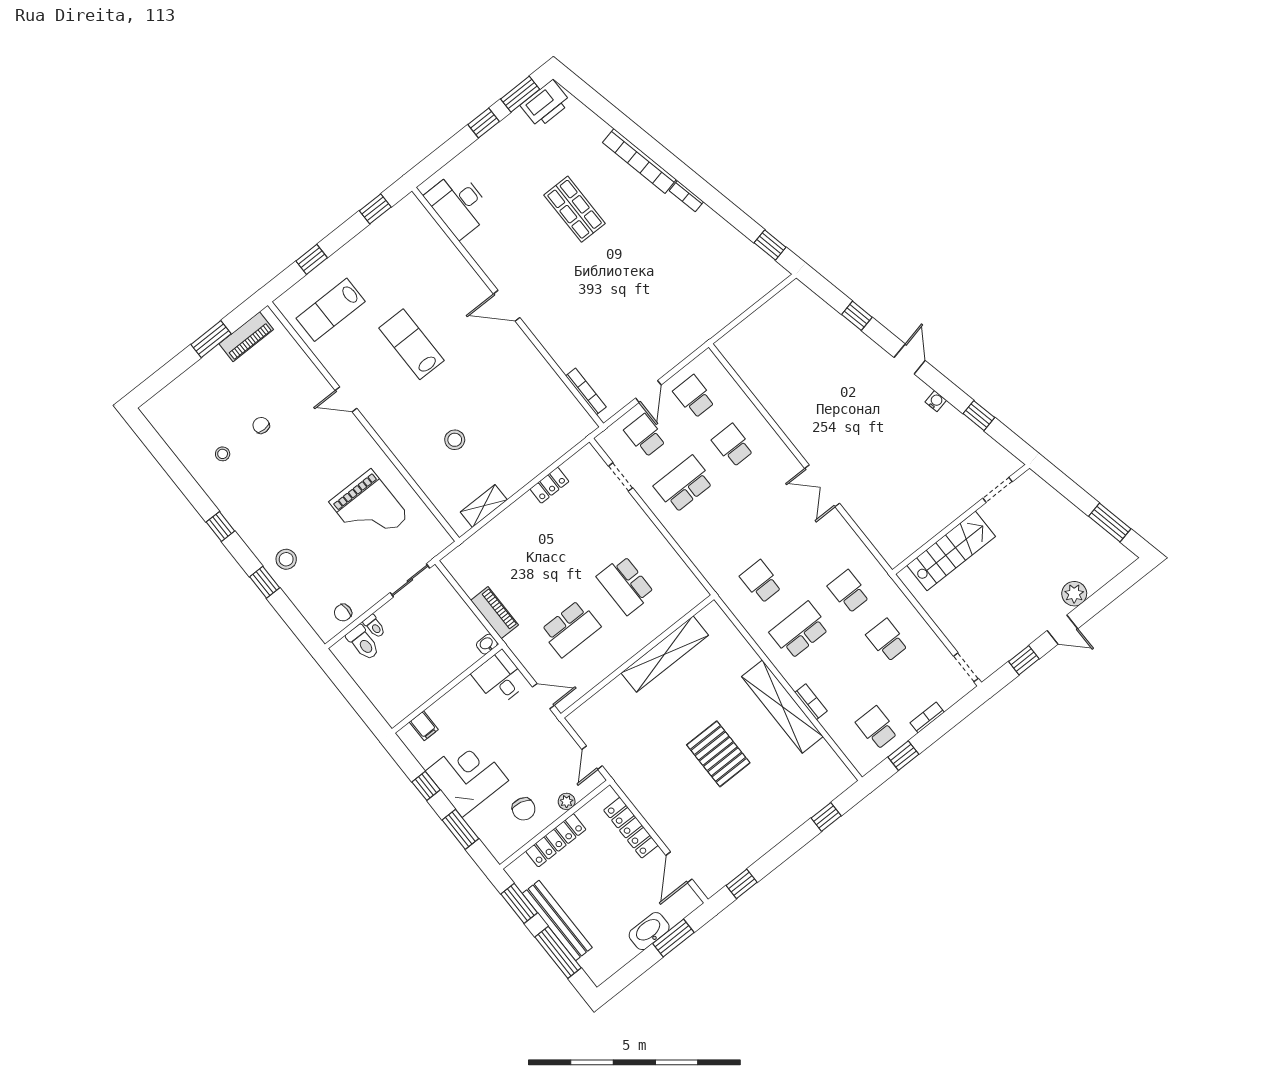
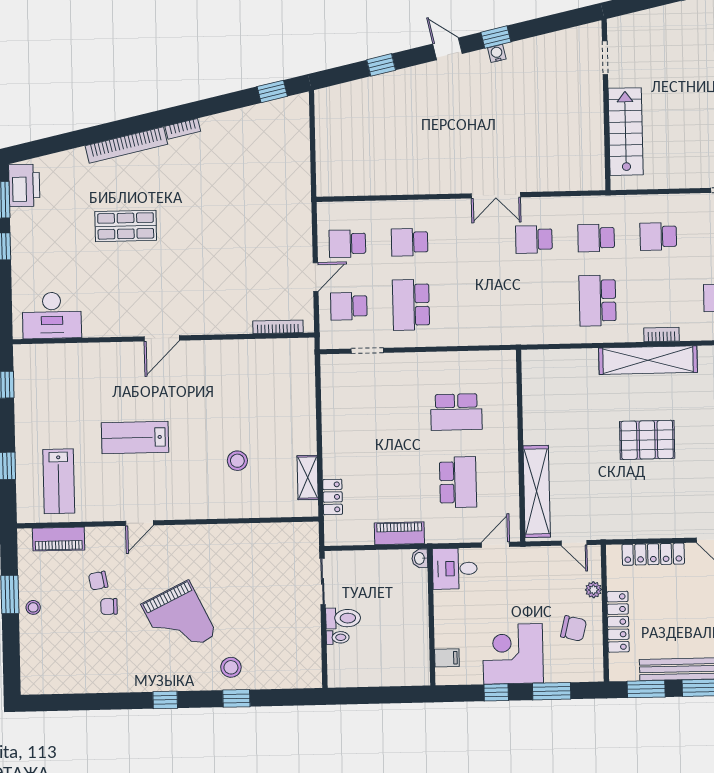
piano: (246, 337) -> (59, 539), moved, turned 90
door: (648, 391) -> (316, 277), hinge flipped
window: (979, 416) -> (496, 37), moved
stool: (223, 454) -> (33, 607), moved
locker: (549, 485) -> (333, 497), moved
grand piano: (369, 509) -> (179, 620), moved, turned 64
school desk: (761, 582) -> (534, 239), moved
chair: (343, 613) -> (98, 581), moved, turned 80
toilet: (363, 643) -> (343, 618), moved
shelving: (665, 654) -> (537, 491), moved

